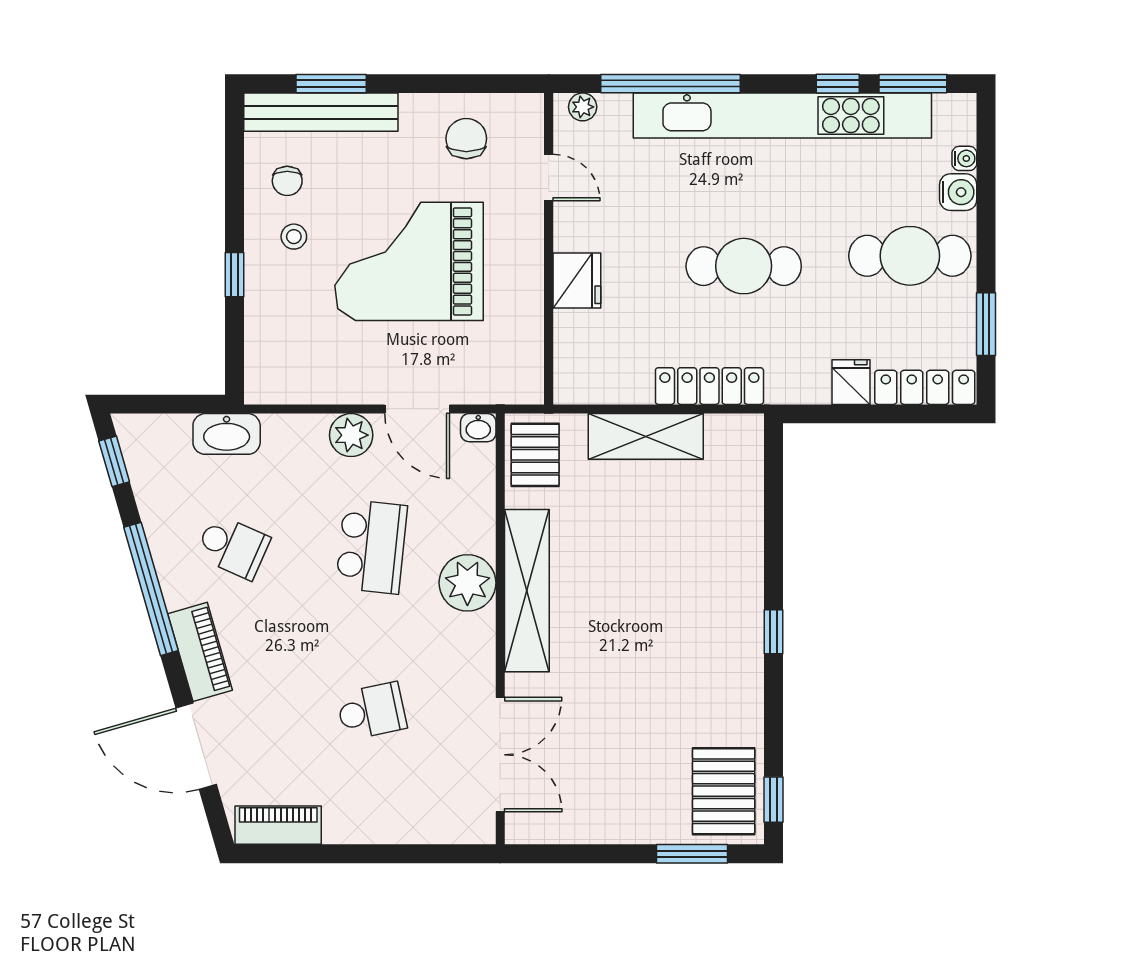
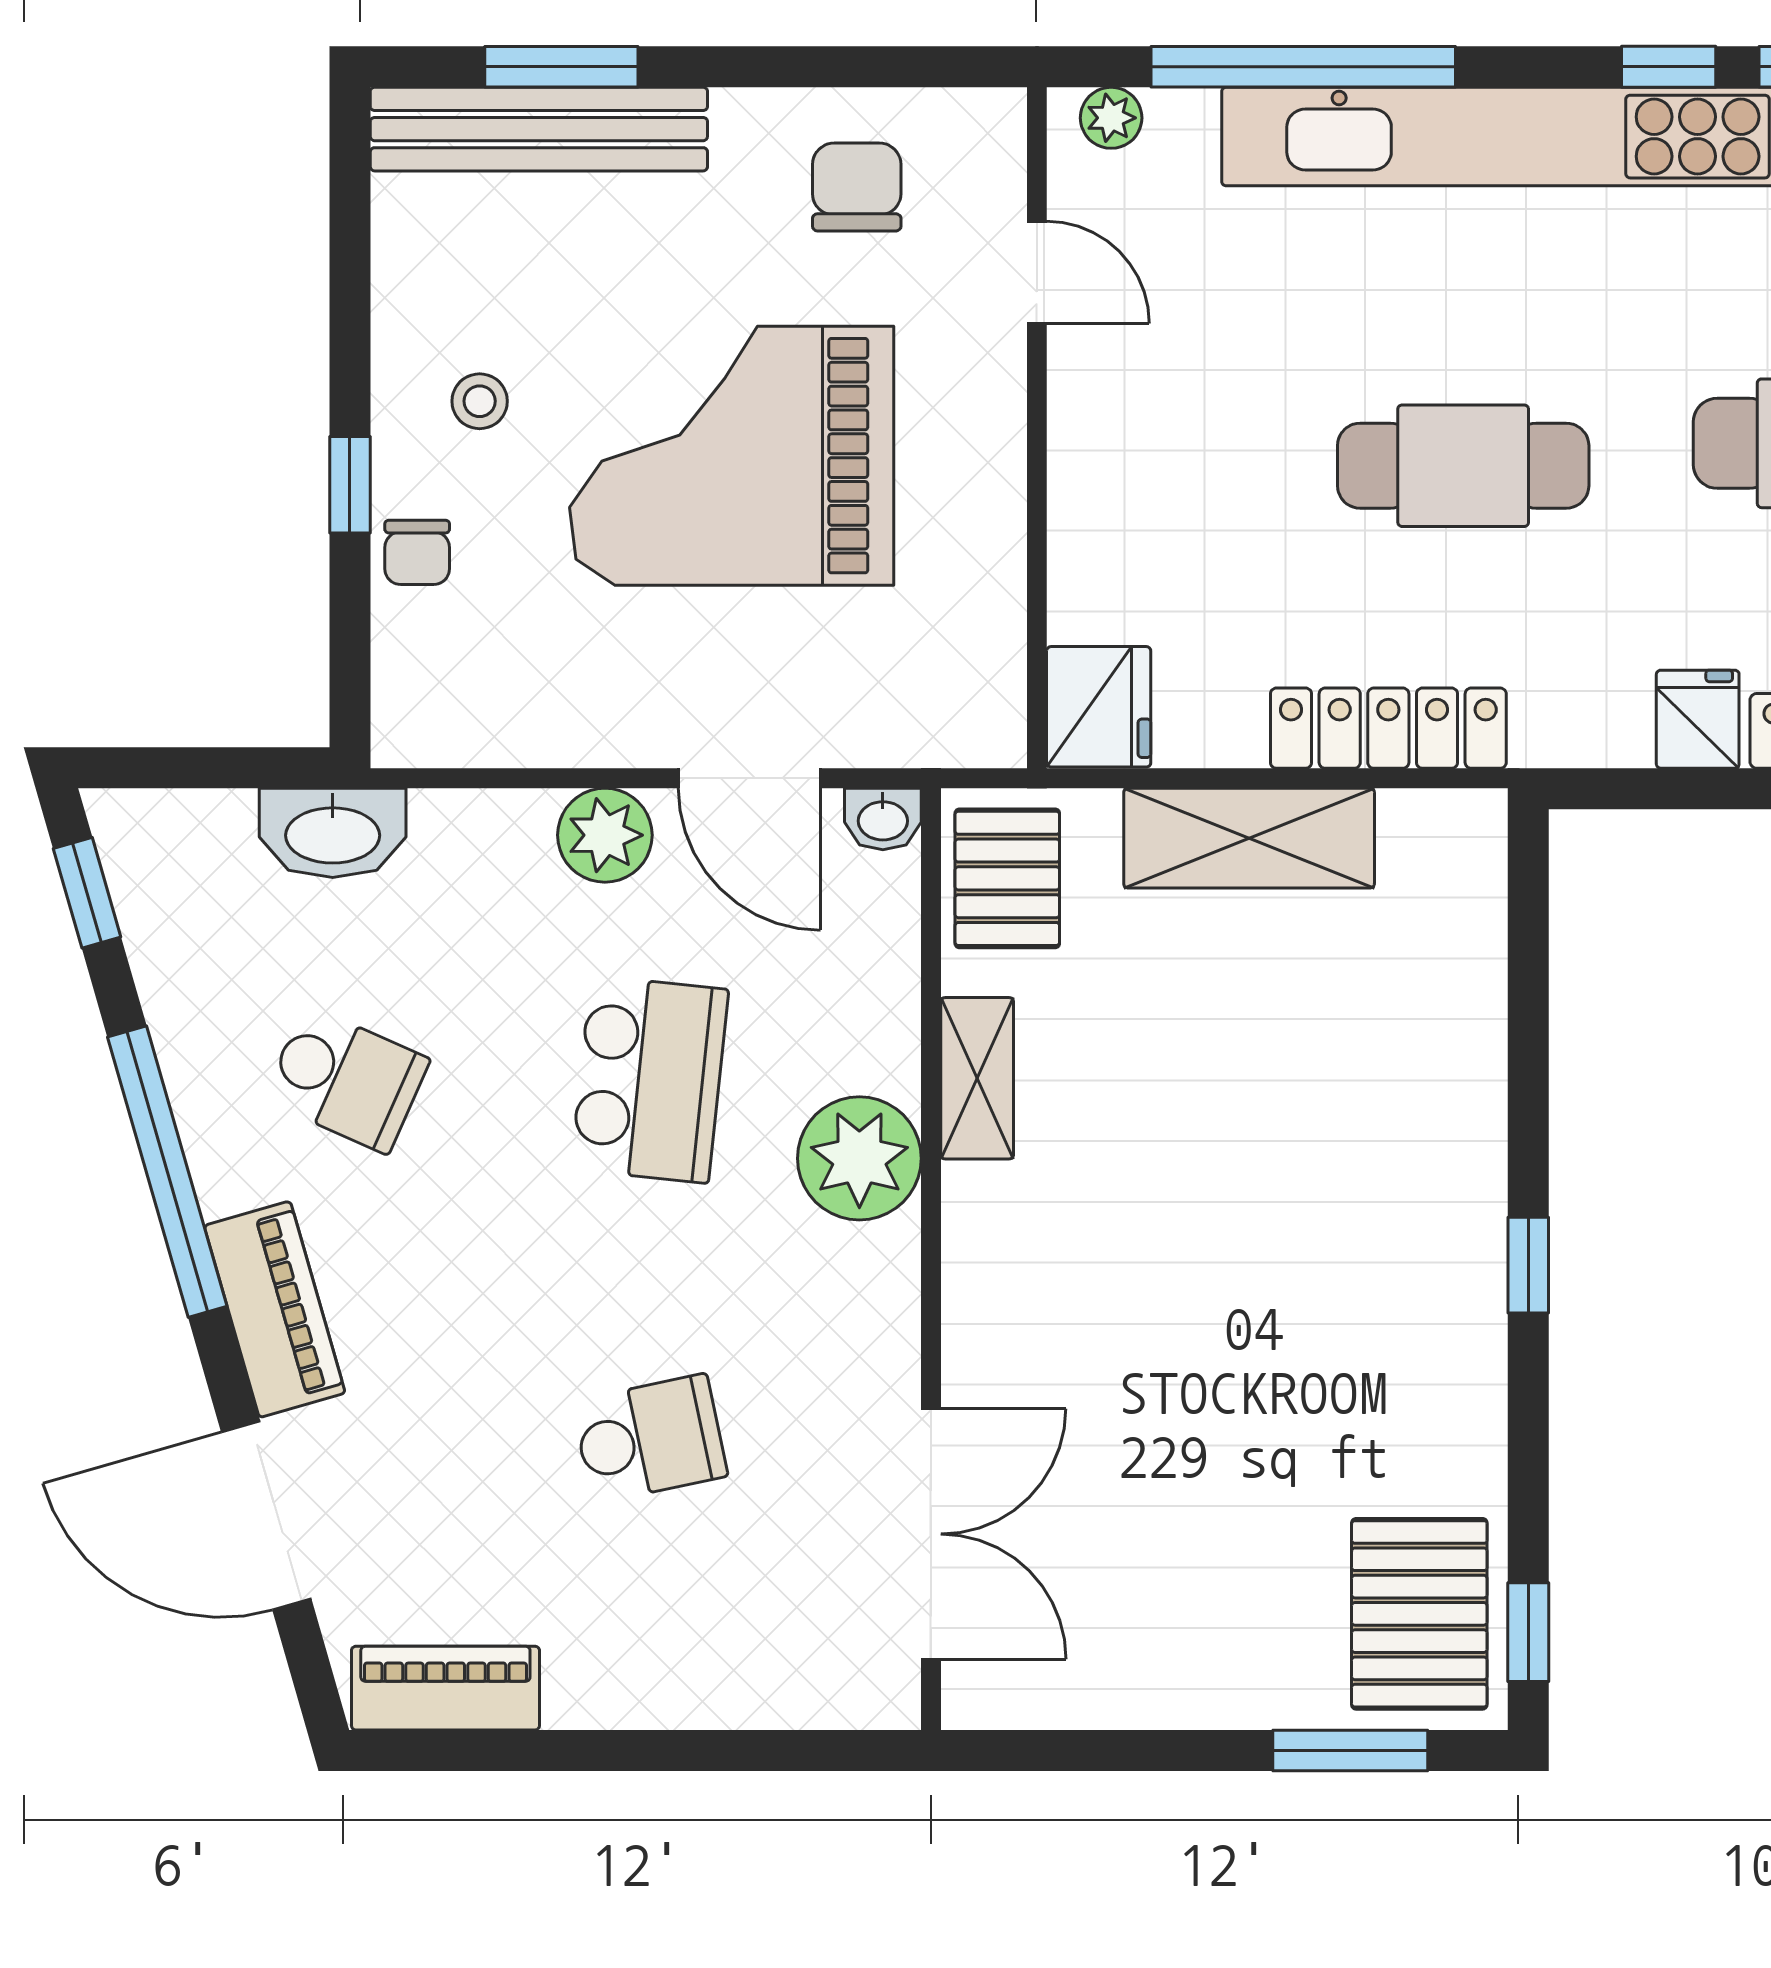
chair: (287, 181) -> (417, 552), moved
fridge: (577, 280) -> (1099, 707), moved
shelving: (527, 591) -> (977, 1078), width x0.45, depth x0.75

